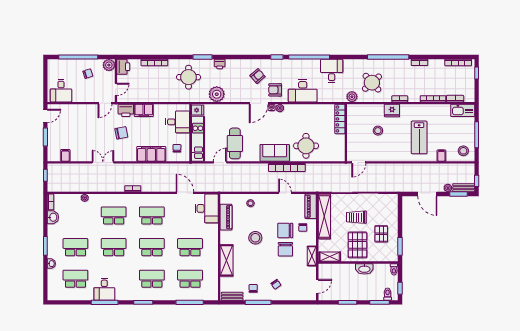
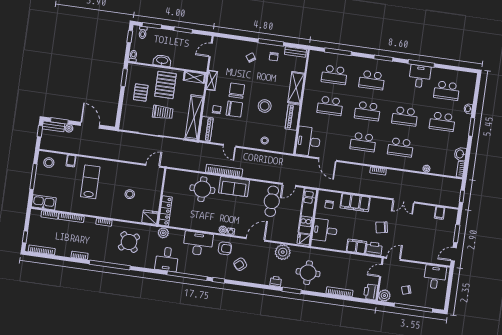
plant: (352, 97) -> (163, 233), moved
door: (259, 103) -> (256, 239), moved
fridge: (392, 110) -> (150, 217), moved
piano: (226, 217) -> (292, 117), moved

